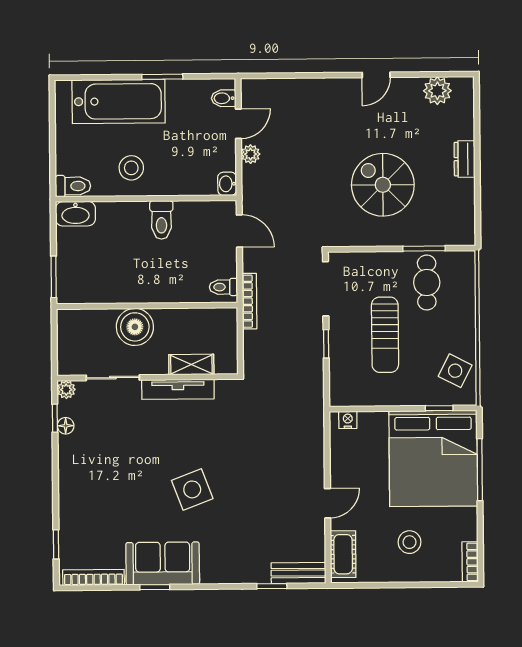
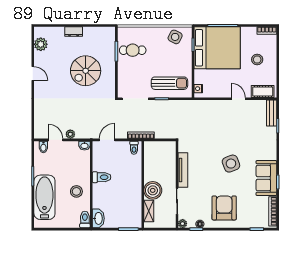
sun lounger: (385, 335) -> (169, 83), moved
shelving: (191, 364) -> (149, 211), moved
armchair: (100, 476) -> (224, 208), added

